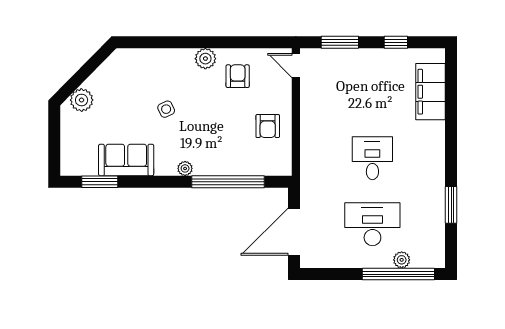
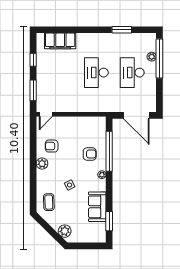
coffee table: (135, 71) -> (49, 202), added
armchair: (268, 126) -> (90, 154), moved
desk: (372, 158) -> (96, 73), width x1.37

